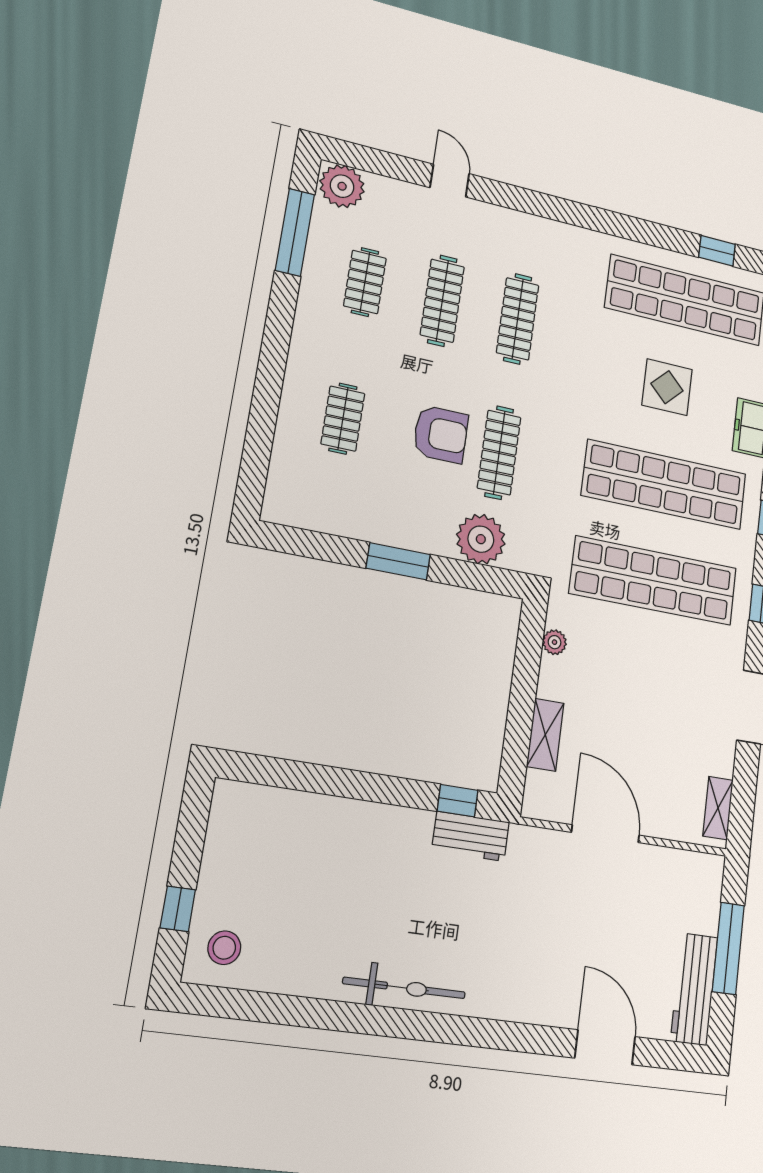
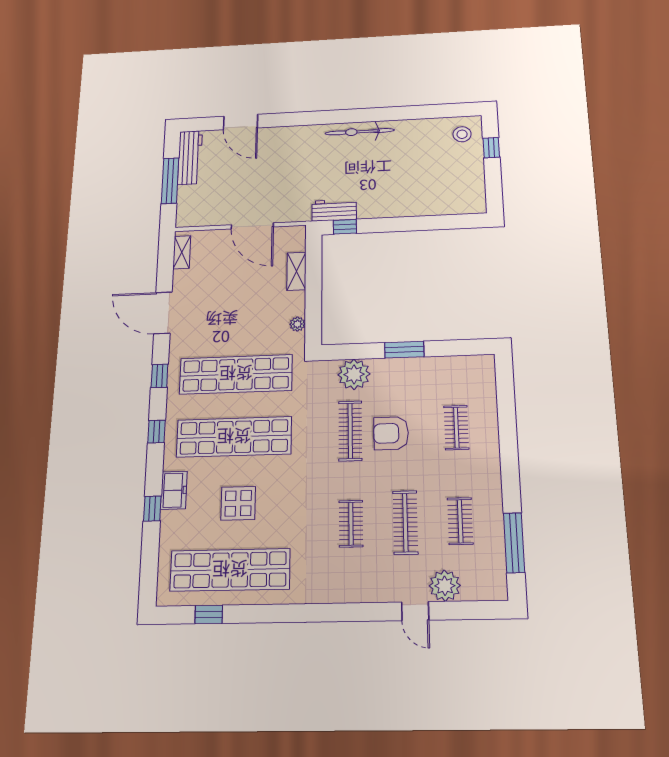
plant: (342, 186) -> (445, 586), moved
clothes rail: (518, 319) -> (351, 524), width x0.73

